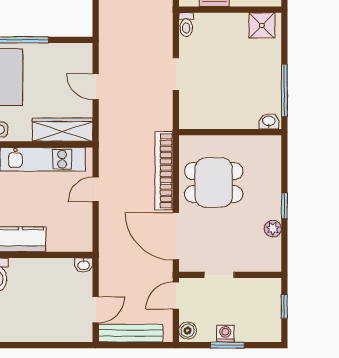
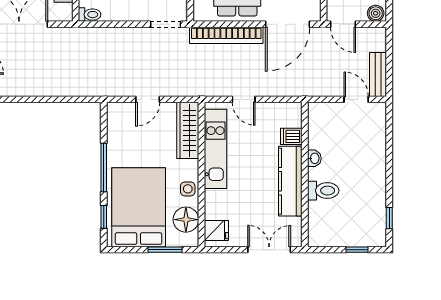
doorway: (176, 74) -> (166, 24), moved
dishwasher: (56, 240) -> (291, 136), added
washbasin: (84, 265) -> (314, 158), moved
bench: (131, 333) -> (378, 75), width x0.73

